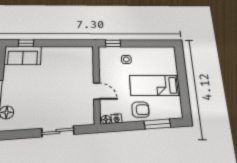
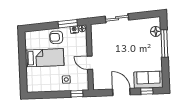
door: (58, 43) -> (121, 92), added
door: (97, 91) -> (90, 63), moved
window: (157, 124) -> (68, 24), moved

